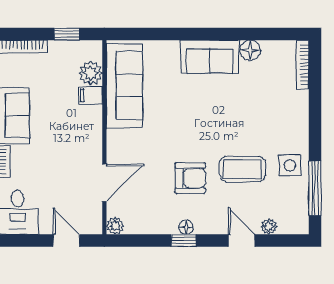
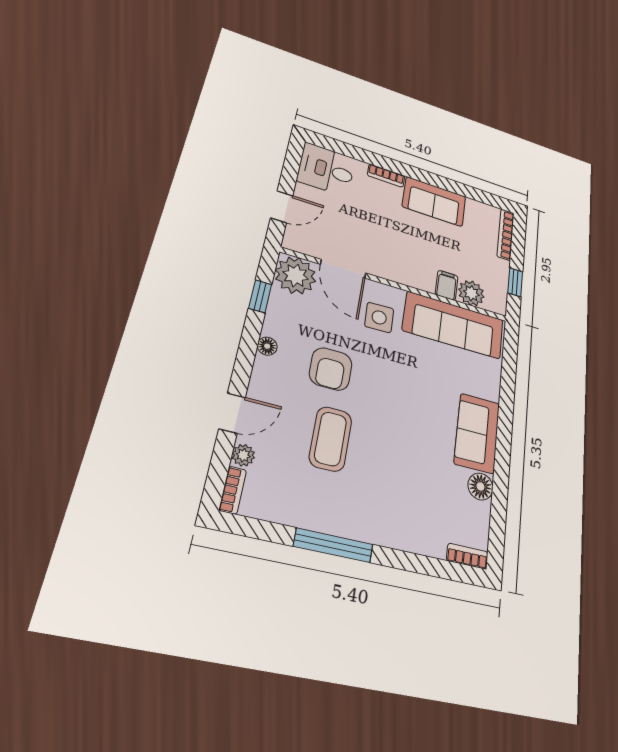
bookcase: (303, 65) -> (467, 556), width x0.64
side table: (290, 166) -> (379, 317), moved
window: (315, 188) -> (333, 545), moved
plant: (115, 226) -> (295, 275), width x1.88, depth x1.88
bookcase: (294, 228) -> (233, 490), added
window: (184, 241) -> (260, 296), moved

